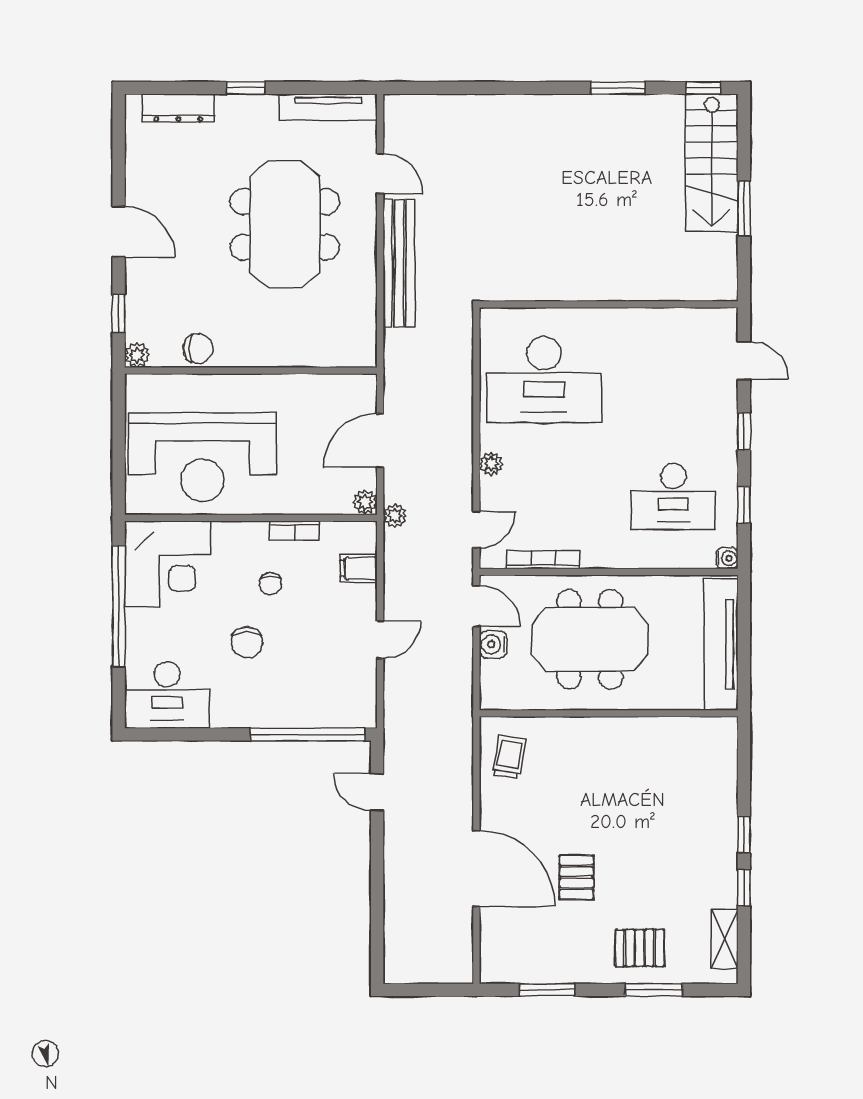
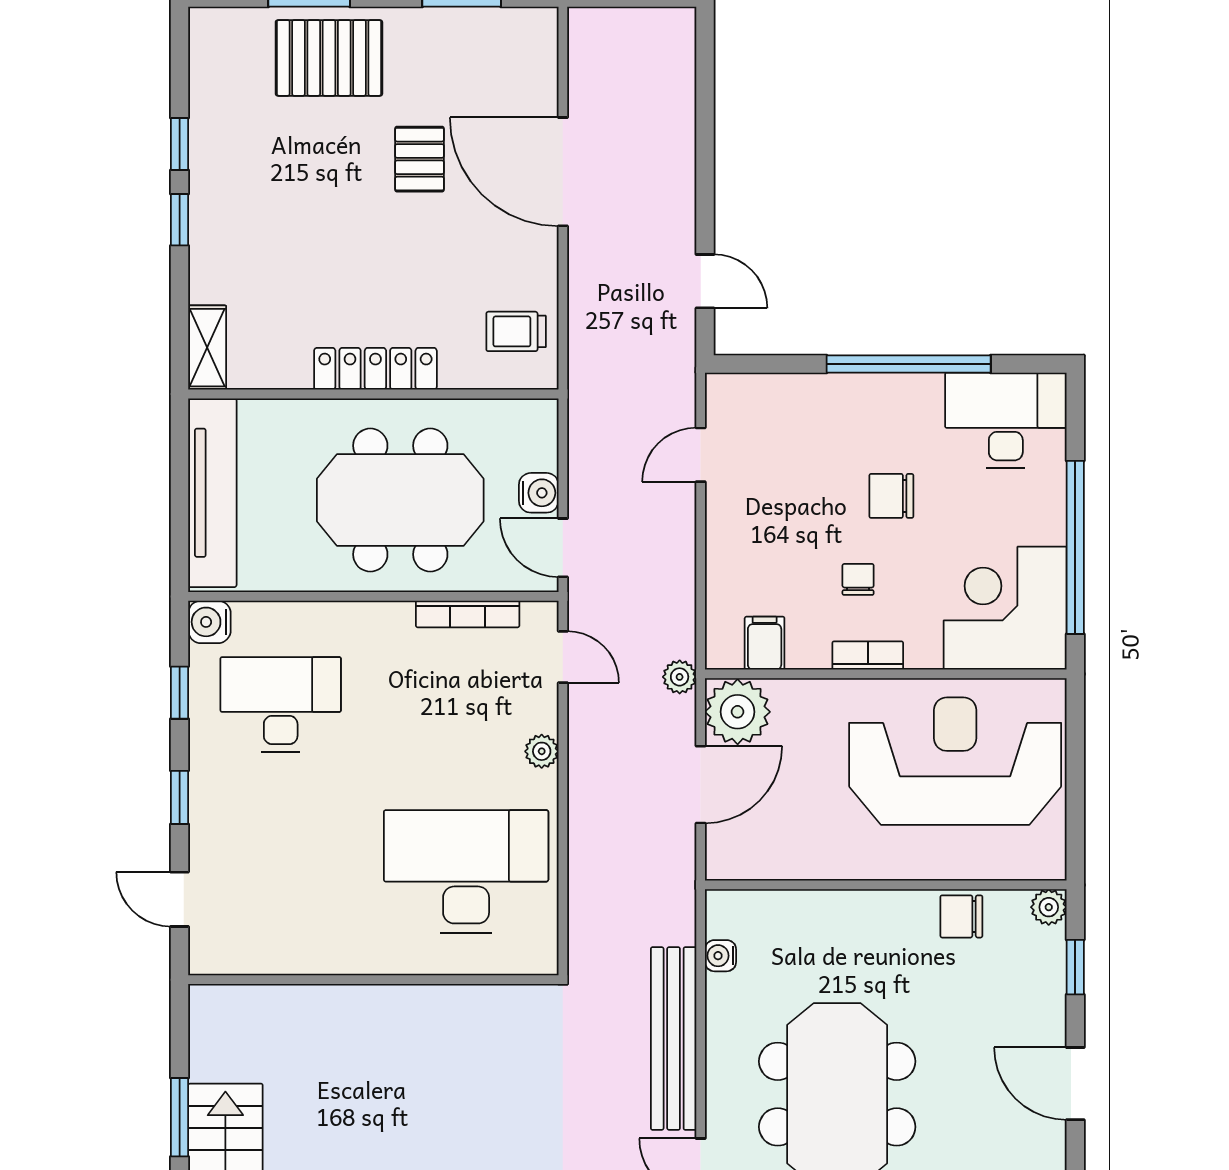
water cooler: (366, 321) -> (720, 956), added
plant: (365, 502) -> (738, 712), width x1.88, depth x1.88
door: (476, 530) -> (563, 657), swing flipped
bookcase: (294, 531) -> (868, 655), moved
water cooler: (727, 558) -> (209, 622), width x1.38, depth x1.38
filing cabinet: (359, 568) -> (765, 643), moved, turned -90
door: (380, 640) -> (701, 455), moved
chair: (247, 642) -> (891, 496), turned -90
locker: (607, 731) -> (375, 369), added
window: (308, 734) -> (909, 364), moved
trolley: (509, 757) -> (516, 331), turned 80
shelving: (725, 939) -> (207, 348), moved
pallet: (640, 948) -> (329, 58), width x1.50, depth x1.42

